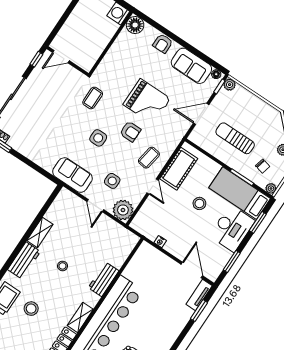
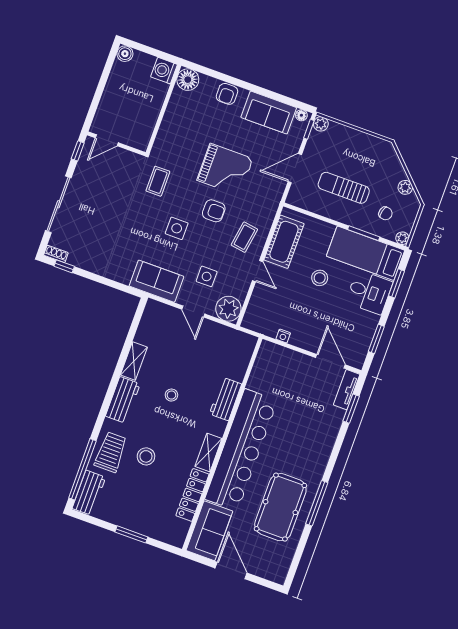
desk: (232, 228) -> (369, 292), width x0.73

